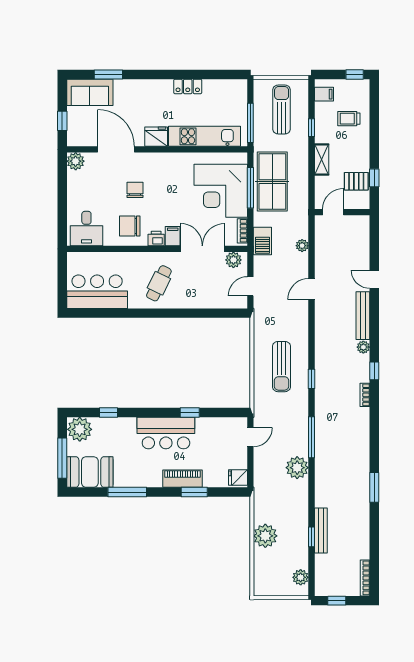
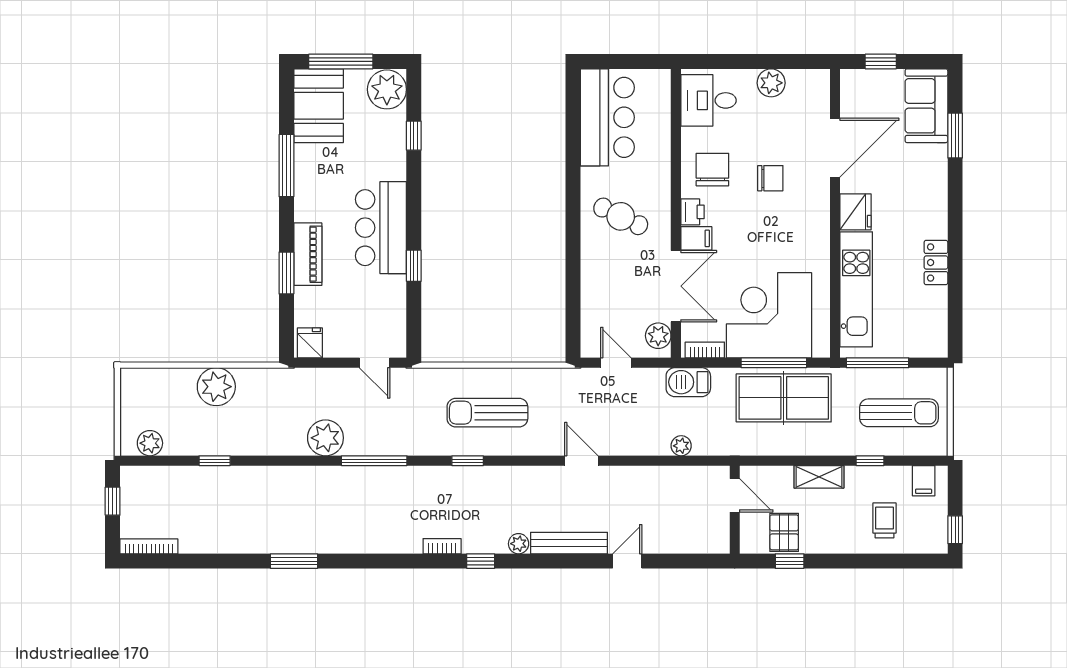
plant: (76, 161) -> (771, 83), moved
door: (311, 289) -> (581, 461), moved
bench: (321, 531) -> (225, 476), removed

